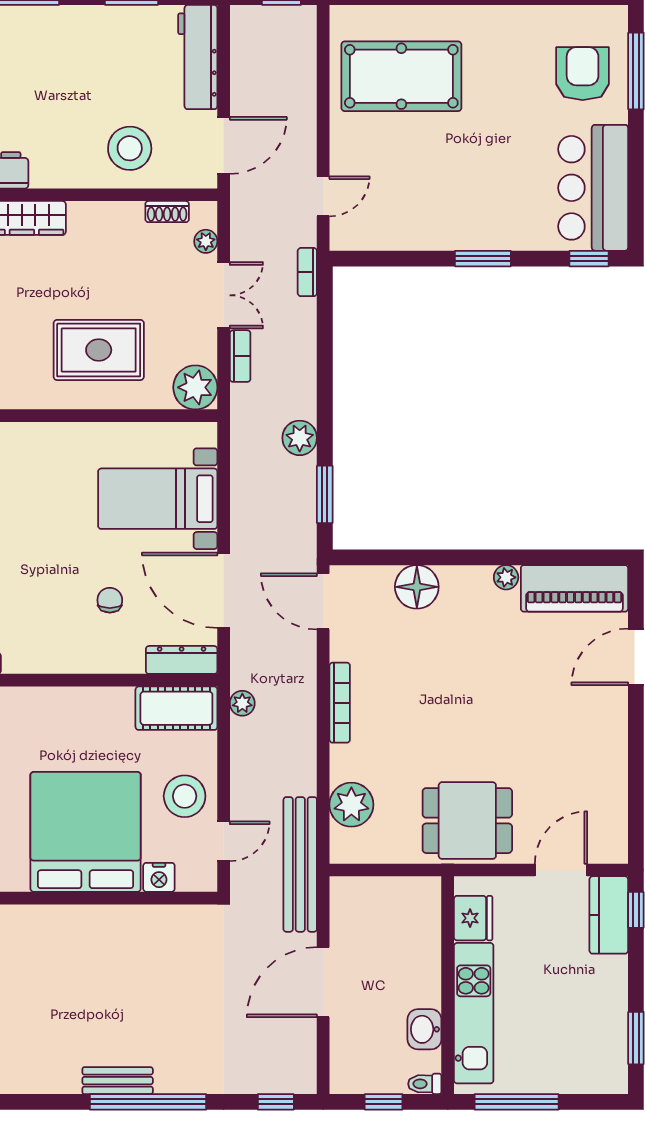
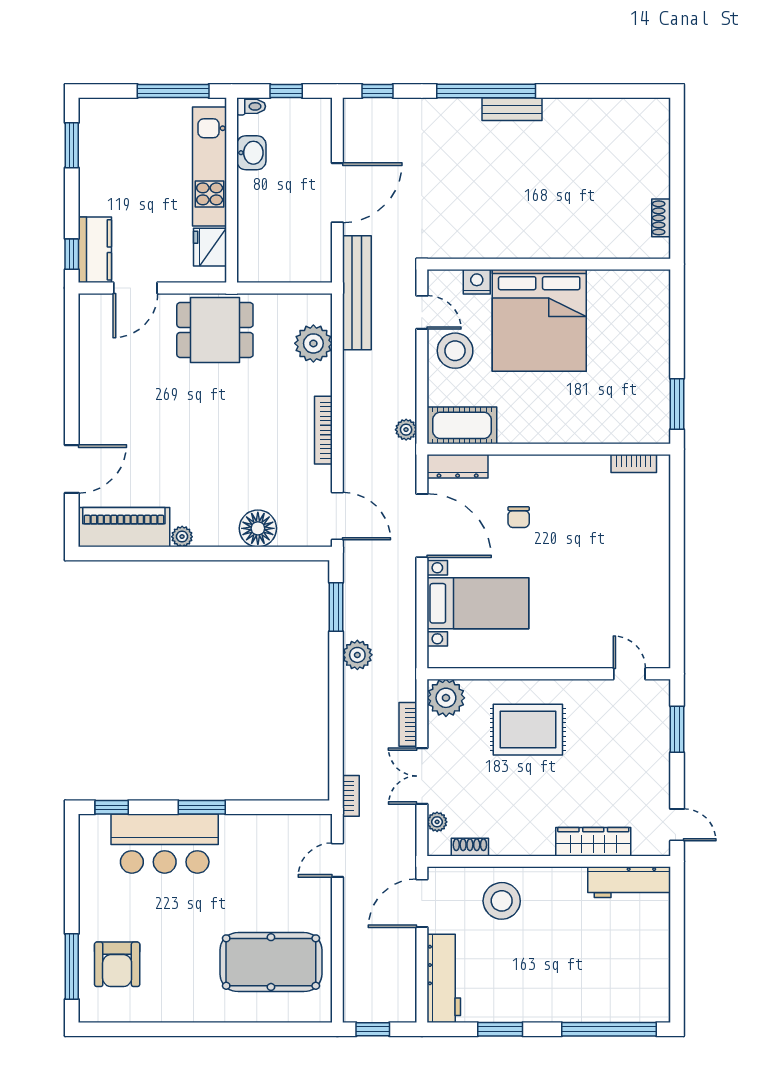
bar counter: (593, 188) -> (165, 844), moved, turned 90
door: (224, 841) -> (422, 312), swing flipped

